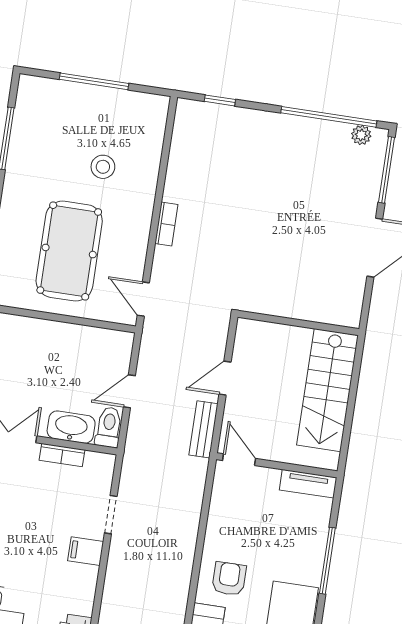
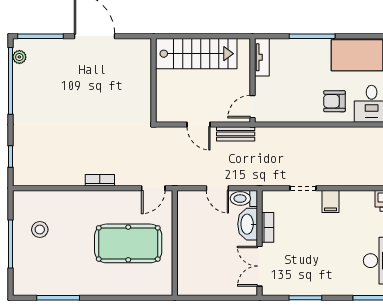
stool: (103, 167) -> (40, 230), moved

